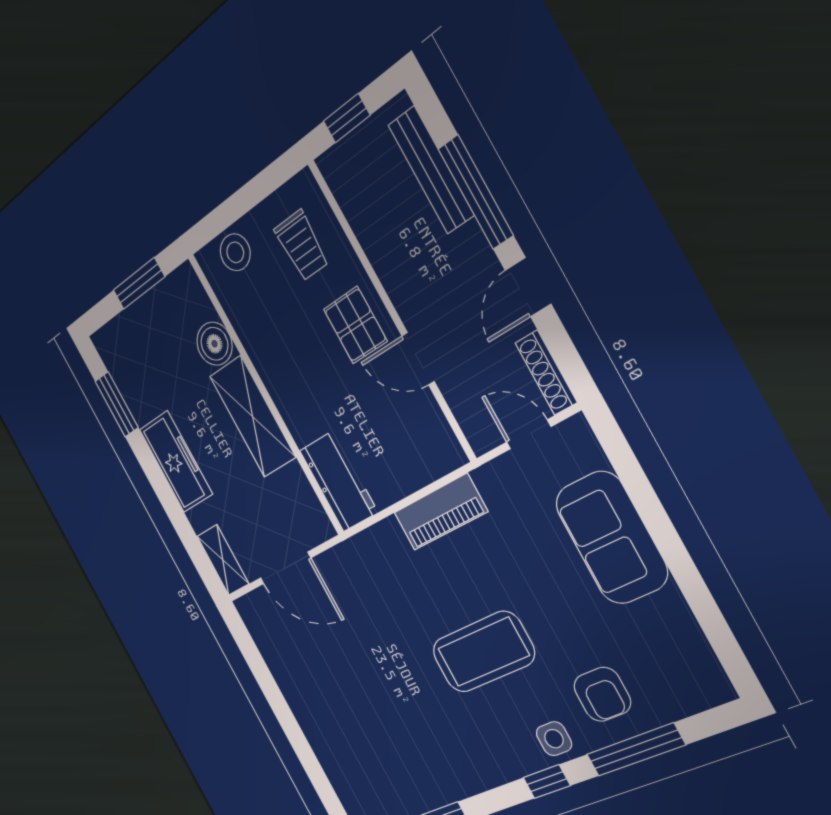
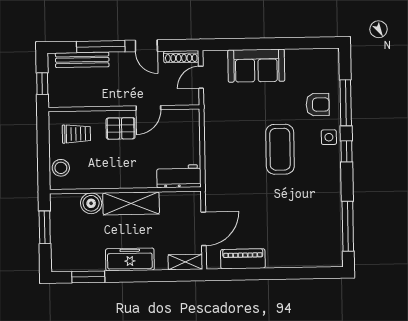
piano: (440, 512) -> (243, 259), moved, turned -90

